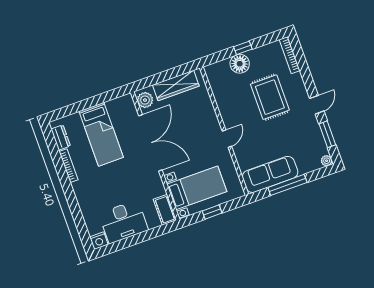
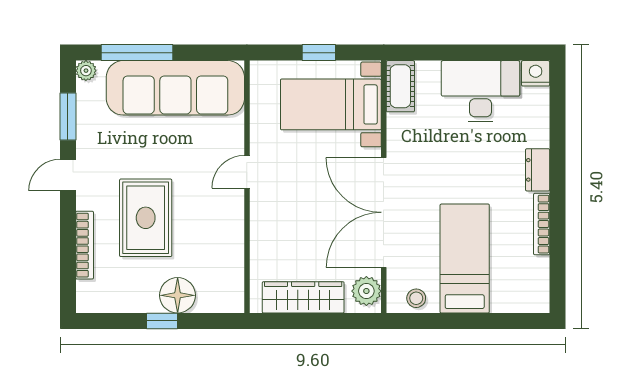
bookcase: (290, 55) -> (85, 245), moved
stool: (118, 105) -> (416, 298), added
dresser: (61, 137) -> (538, 170), moved
sofa: (270, 174) -> (175, 88), width x1.36, depth x1.27
window: (287, 185) -> (137, 53), moved

